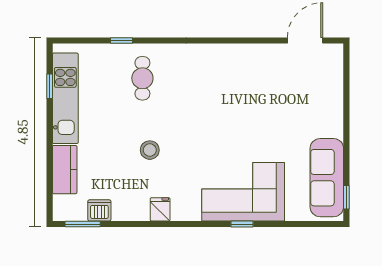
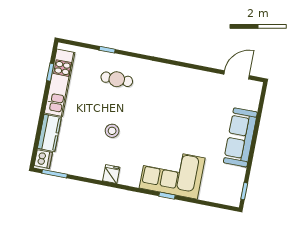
cafe table: (142, 78) -> (117, 79), turned 90
sofa: (327, 178) -> (240, 137), moved
dishwasher: (99, 210) -> (43, 159), moved, turned 90

